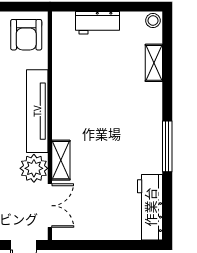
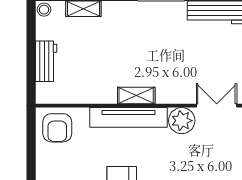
armchair: (26, 35) -> (57, 128), turned 90
shelving: (61, 160) -> (136, 95), moved

